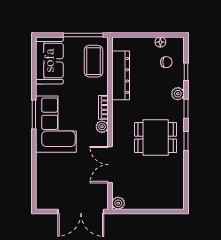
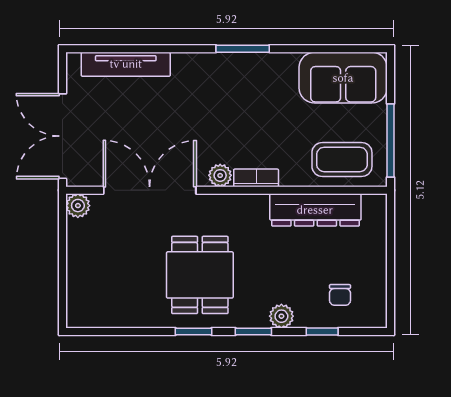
floor lamp: (160, 42) -> (377, 284), removed
corner sofa: (56, 124) -> (225, 90), removed
double door: (110, 165) -> (150, 190), width x1.37
tv unit: (42, 177) -> (126, 64), added

